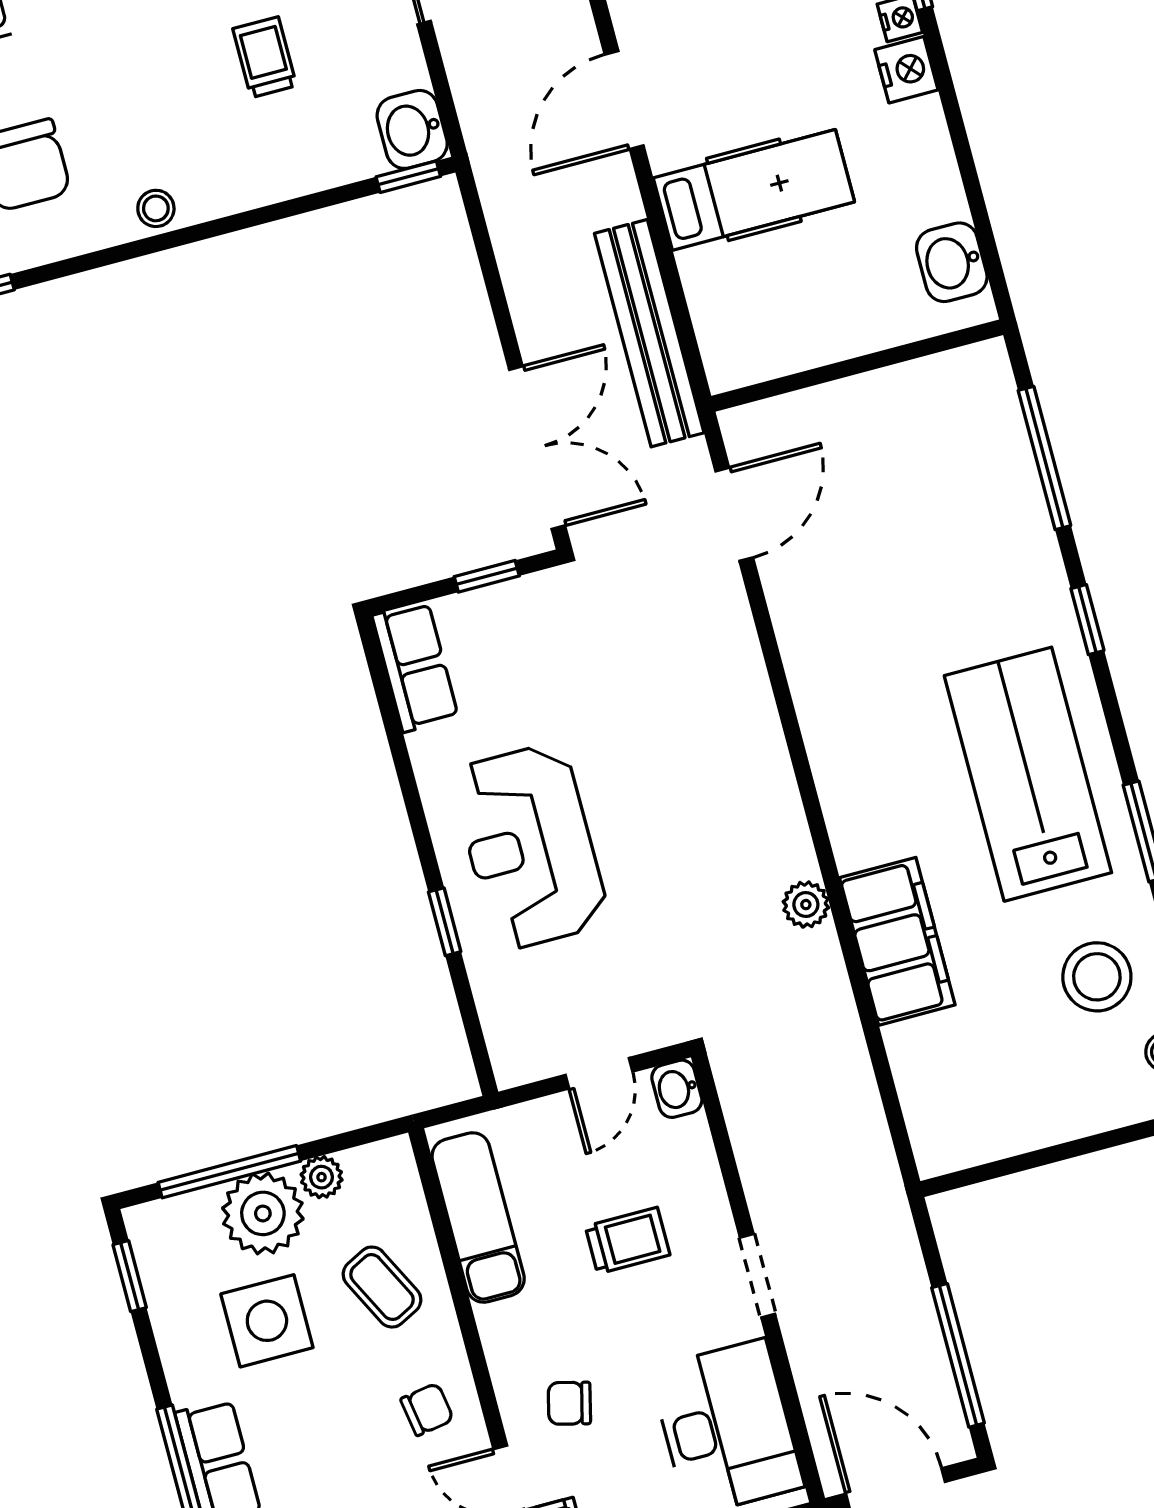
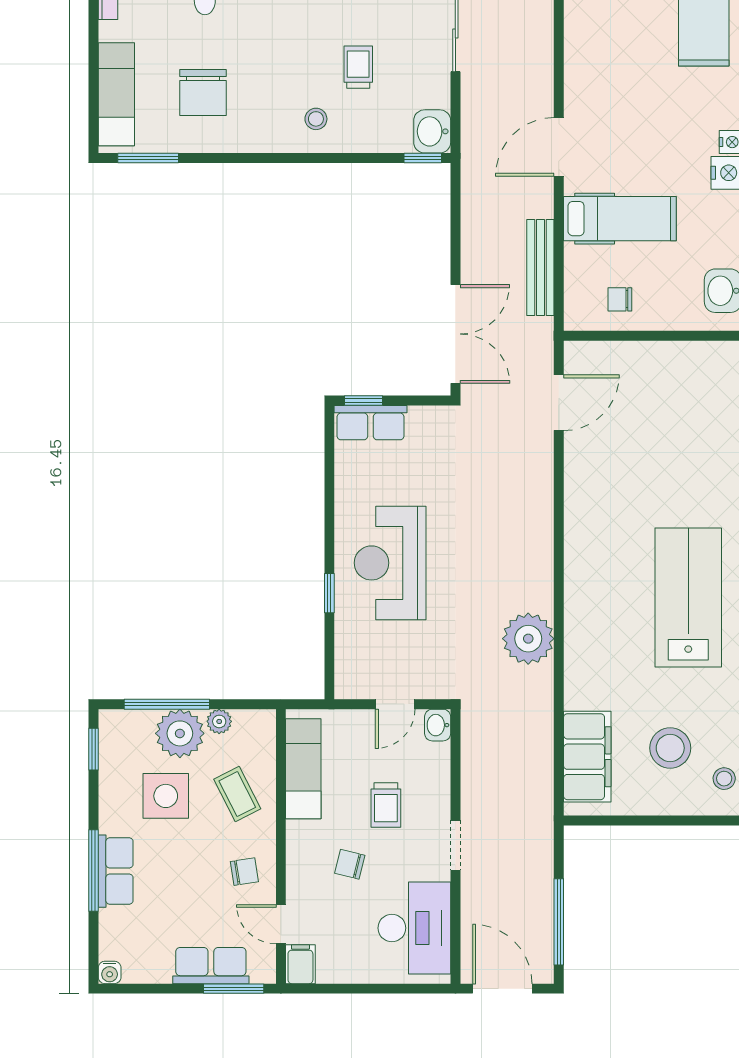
stool: (156, 208) -> (316, 119), moved
chair: (788, 321) -> (620, 299), added
bench: (649, 333) -> (540, 267), width x0.73, depth x0.82
window: (487, 576) -> (363, 400), moved
row of seats: (415, 667) -> (370, 423), moved, turned 90
plant: (806, 905) -> (528, 639), width x1.87, depth x1.87
filing cabinet: (897, 941) -> (587, 757), moved
stool: (1097, 977) -> (670, 748), moved
trolley: (628, 1241) -> (386, 805), turned 90
chair: (569, 1403) -> (350, 864), moved

